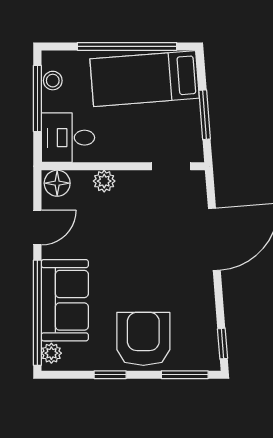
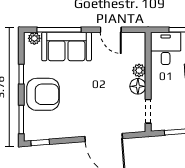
floor lamp: (57, 183) -> (138, 86), moved
window: (37, 313) -> (59, 30), width x0.68

